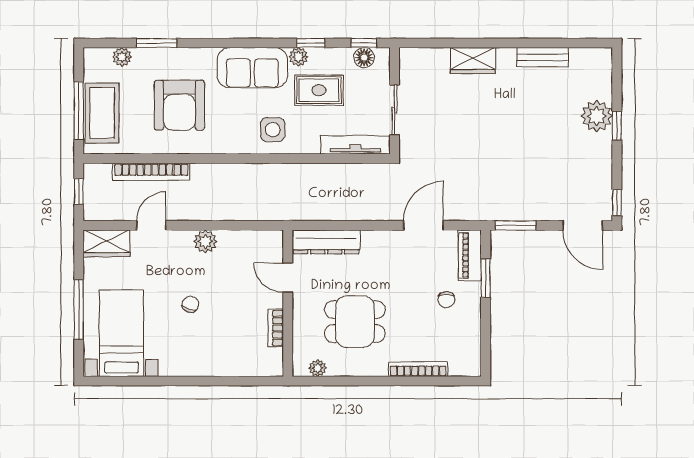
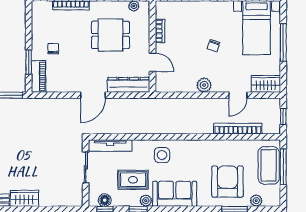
wardrobe: (473, 60) -> (24, 198), moved
armchair: (179, 105) -> (228, 182), moved
door: (423, 225) -> (93, 95), moved

